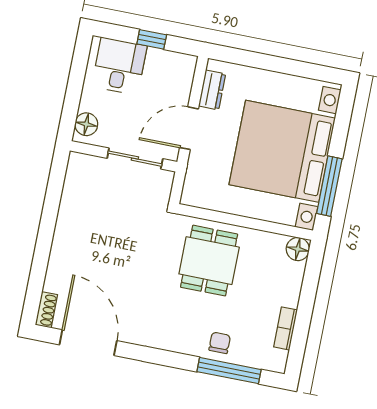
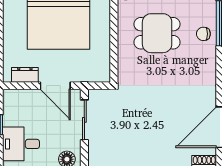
dining table: (209, 261) -> (157, 33), moved

